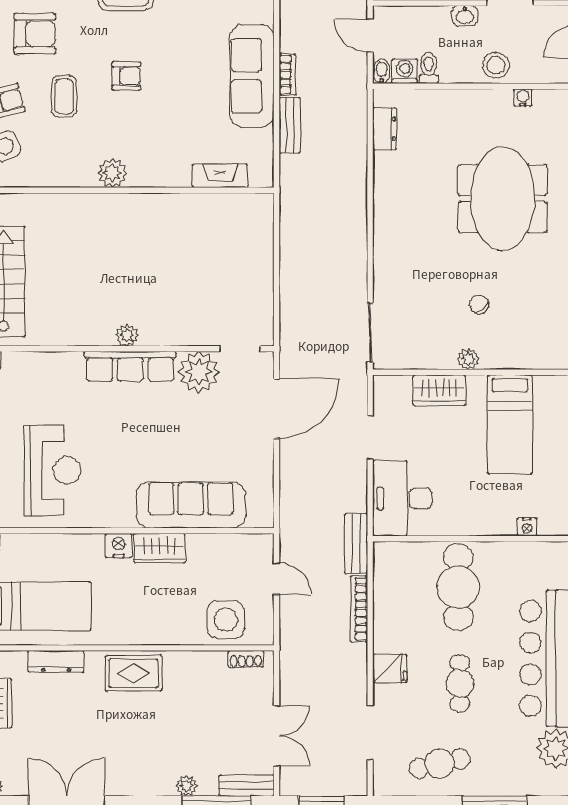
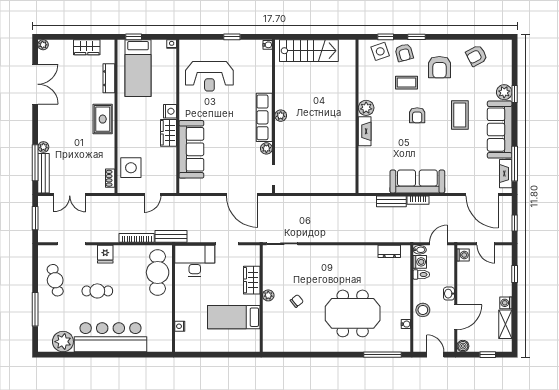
fireplace: (220, 176) -> (365, 131), moved
plant: (199, 372) -> (266, 148), width x0.53, depth x0.53
cafe table: (458, 587) -> (158, 272), moved, turned 90
bench: (246, 786) -> (44, 173), width x1.36

